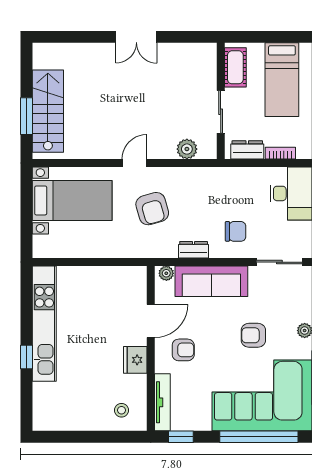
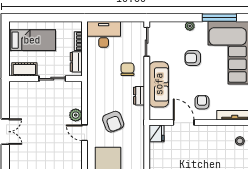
plant: (187, 149) -> (76, 115), moved
armchair: (152, 209) -> (113, 122), turned 85
plant: (166, 273) -> (154, 113), removed
armchair: (253, 335) -> (193, 58), turned 90
fridge: (135, 360) -> (156, 133), moved, turned -90

